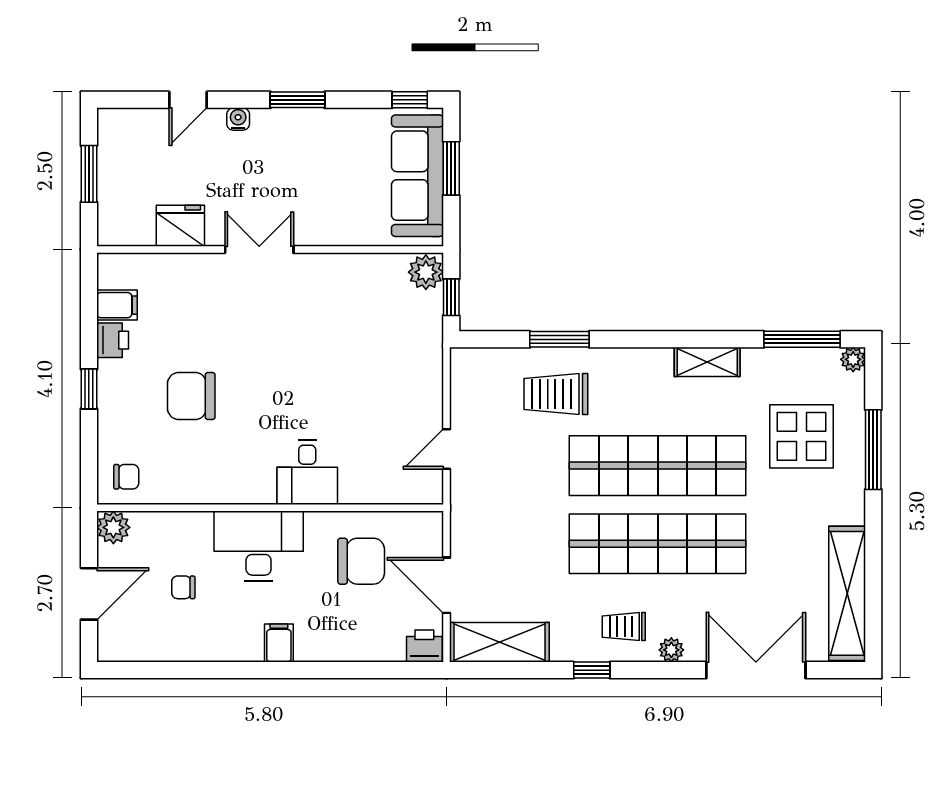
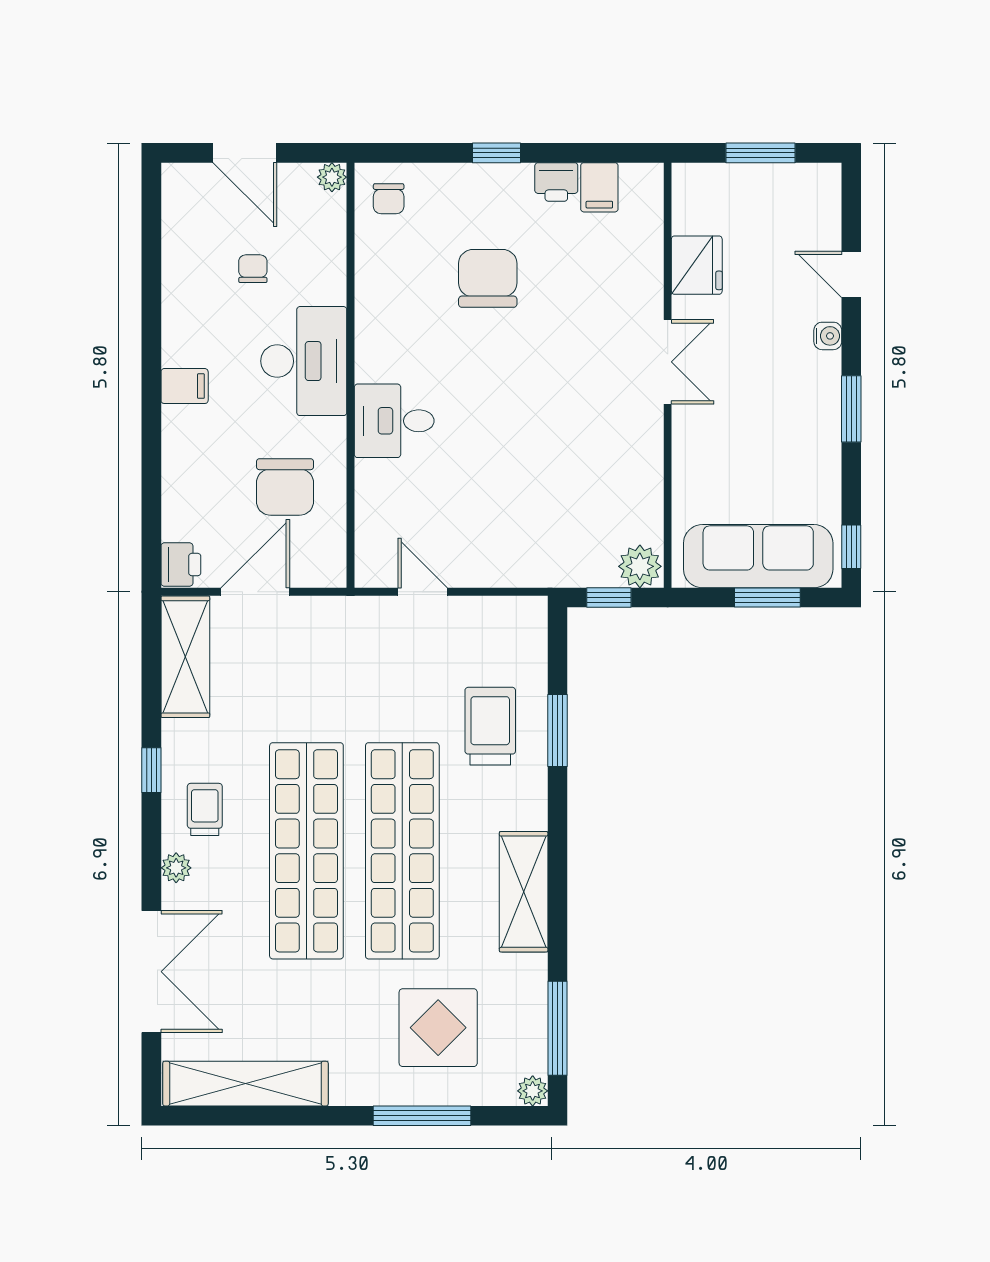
shelving: (707, 362) -> (524, 892), width x1.50, depth x1.33
plant: (113, 527) -> (332, 177), width x0.73, depth x0.73

